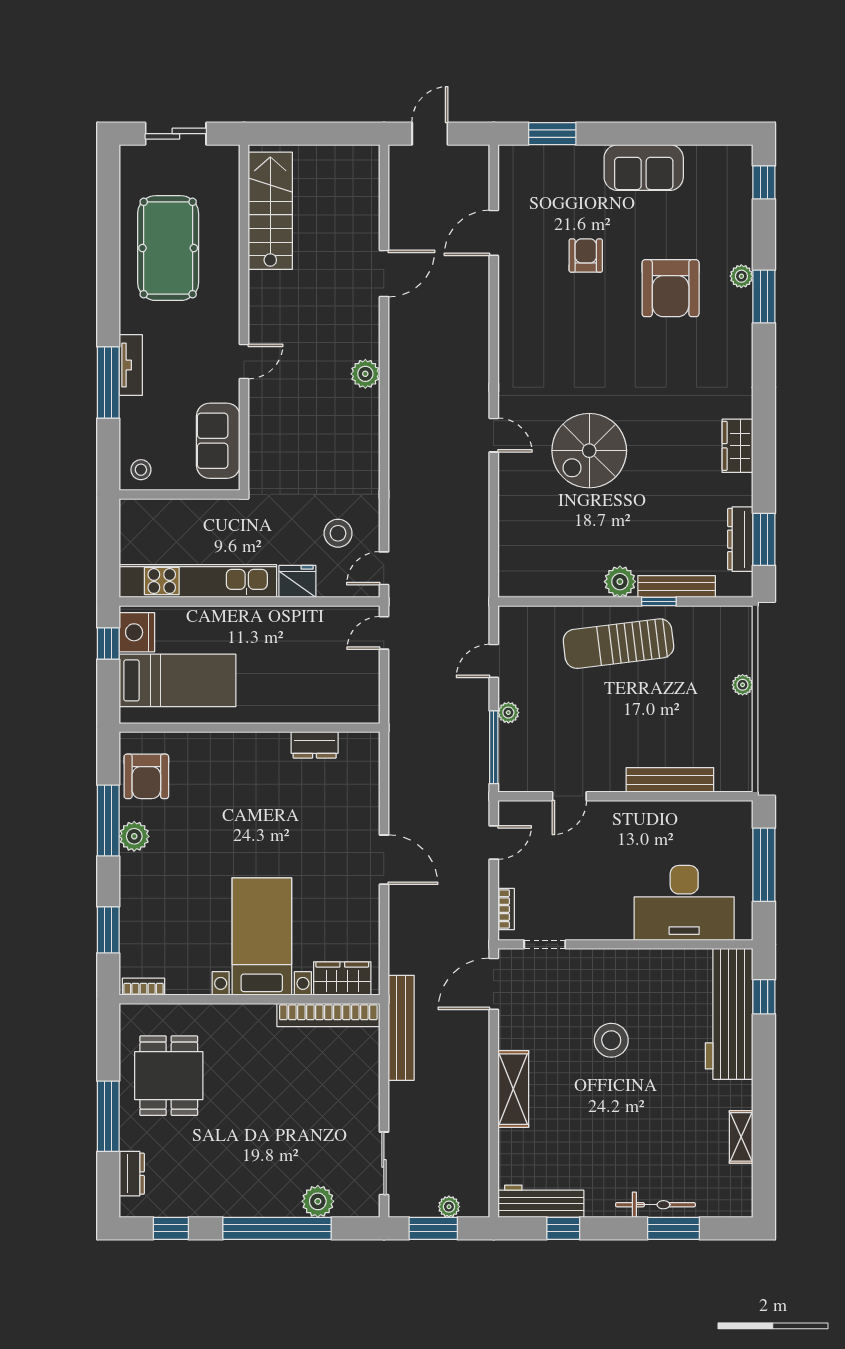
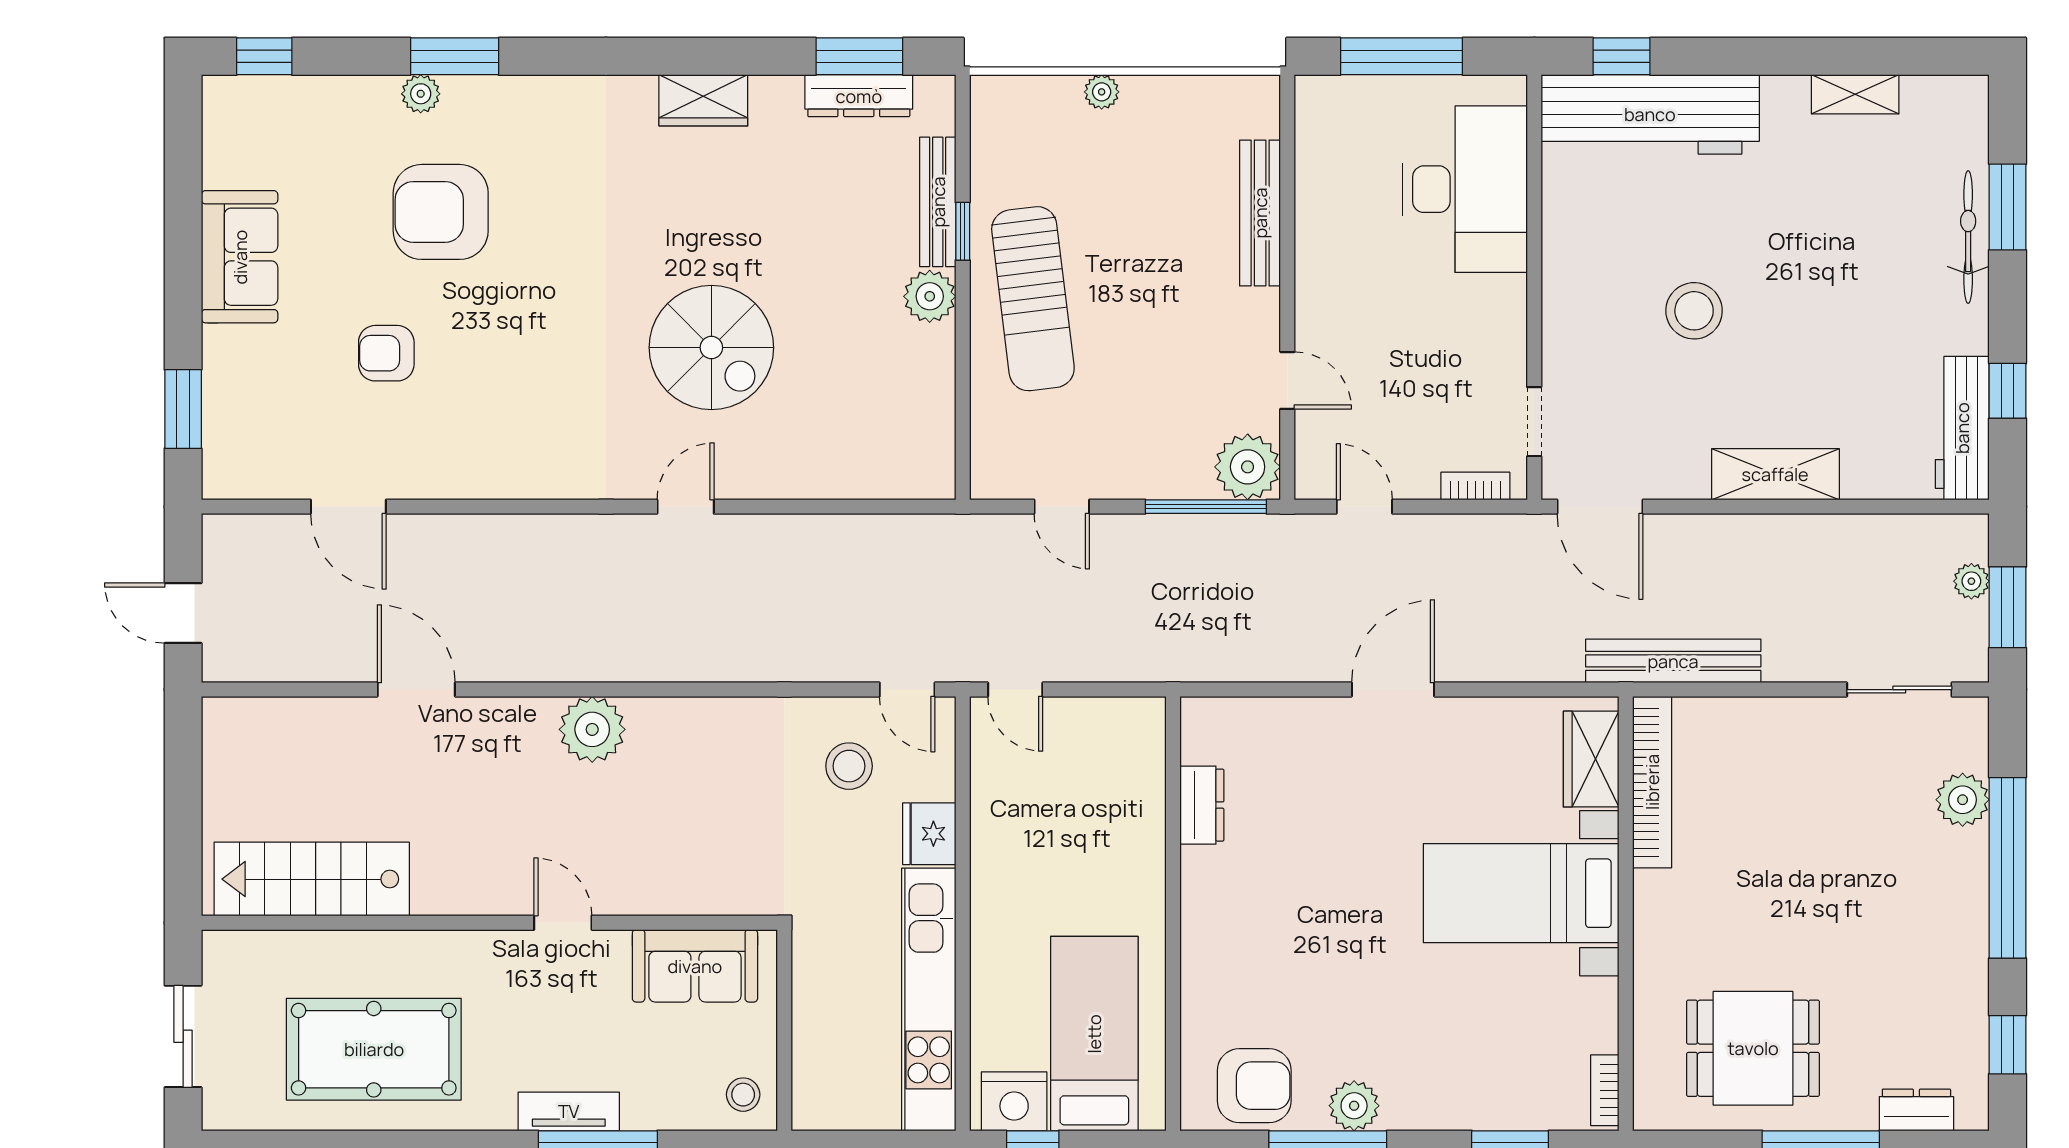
armchair: (671, 288) -> (441, 212), turned 180
plant: (365, 374) -> (592, 729), width x1.36, depth x1.36
plant: (508, 713) -> (1248, 467), moved, width x1.88, depth x1.88

